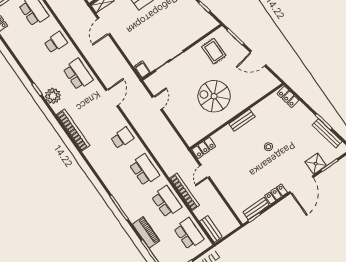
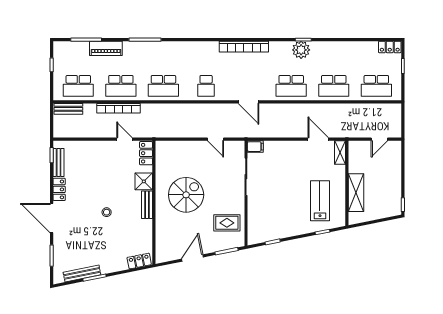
school desk: (56, 42) -> (334, 86), width x1.85
plant: (53, 96) -> (301, 50), moved
shower: (316, 164) -> (144, 181), moved

